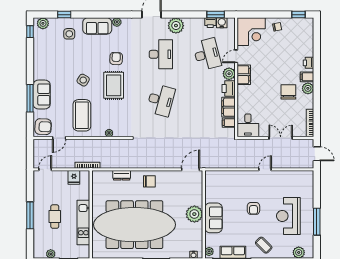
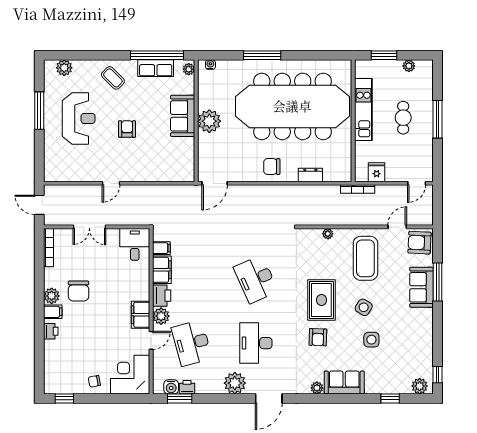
side table: (69, 34) -> (371, 340), moved
desk: (161, 100) -> (256, 279), turned -39

